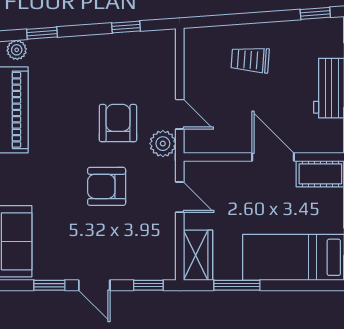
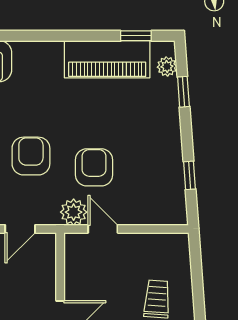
door: (180, 114) -> (103, 229), swing flipped
armchair: (118, 123) -> (94, 167), turned -90

